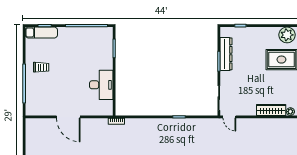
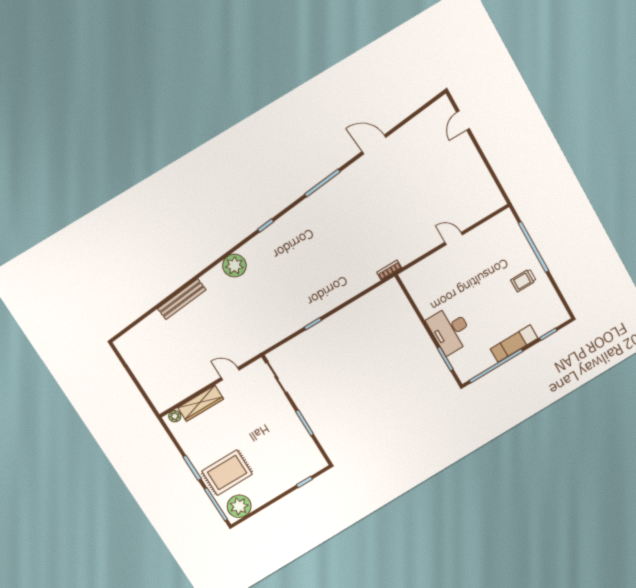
exam couch: (41, 33) -> (514, 344), moved
dresser: (226, 54) -> (301, 437), removed
desk: (101, 85) -> (450, 330), moved
door: (68, 117) -> (454, 238), width x0.53
door: (229, 117) -> (230, 374), moved

